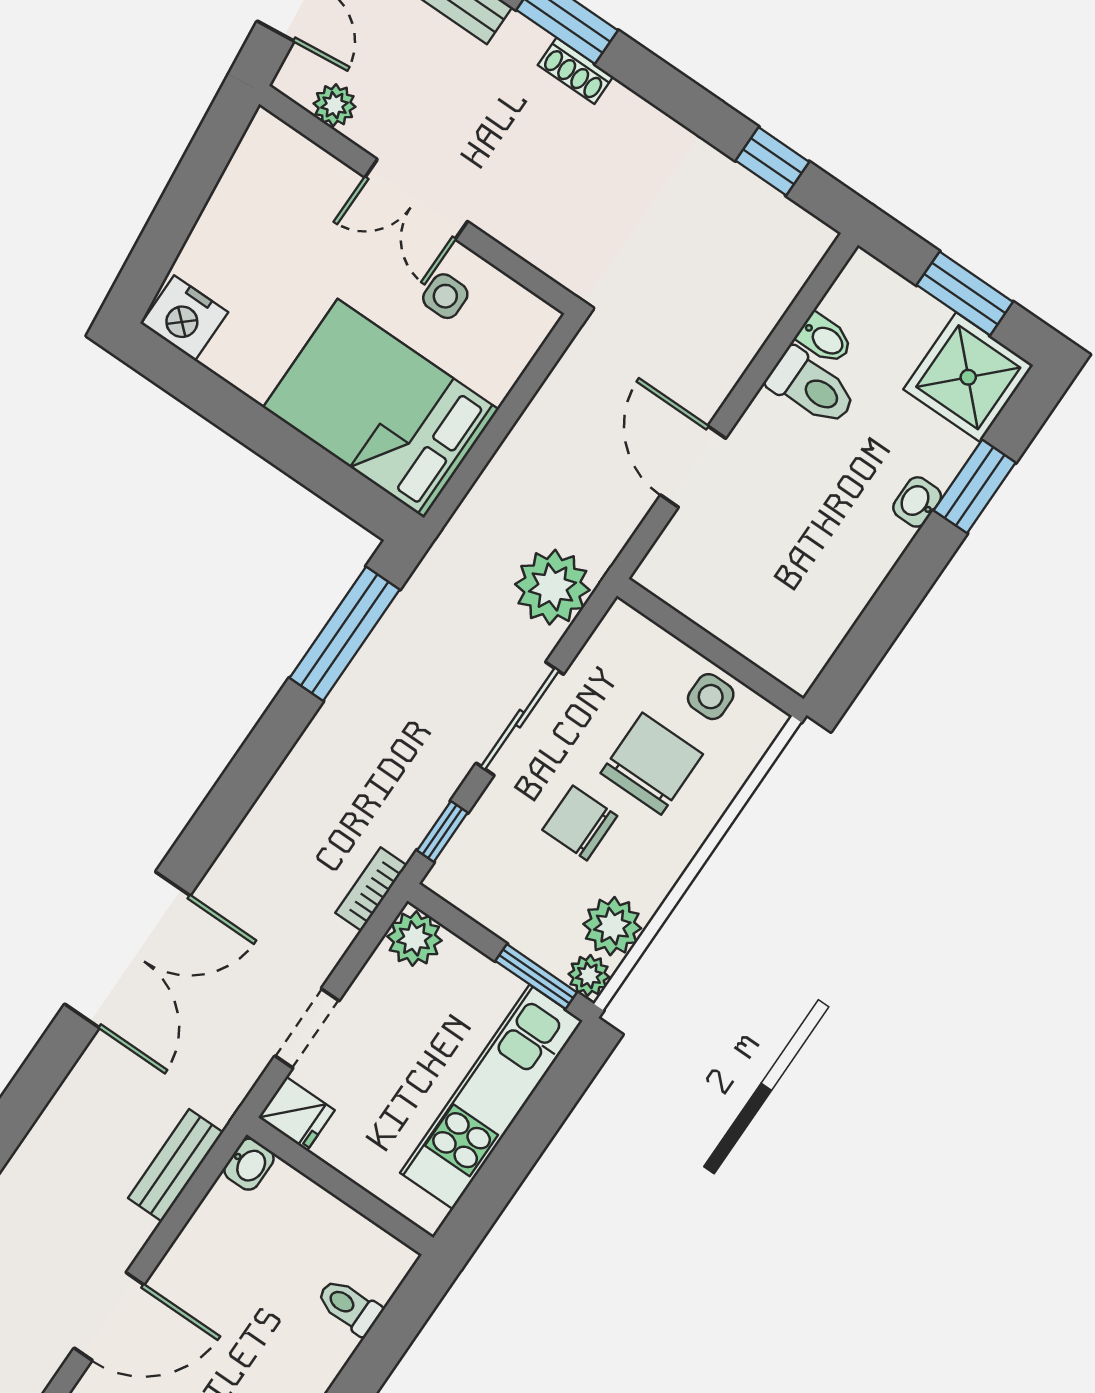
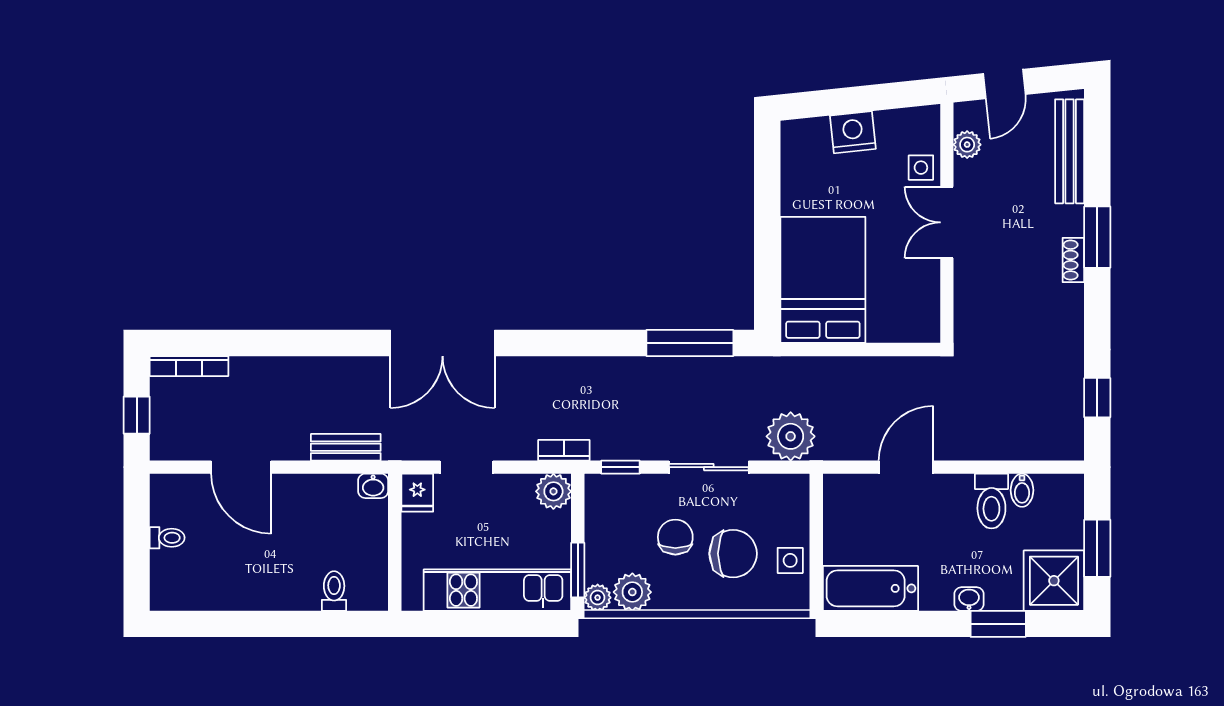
side table: (445, 296) -> (921, 168), moved
nightstand: (185, 318) -> (853, 132), moved, turned 84
bathtub: (817, 619) -> (870, 588), added

